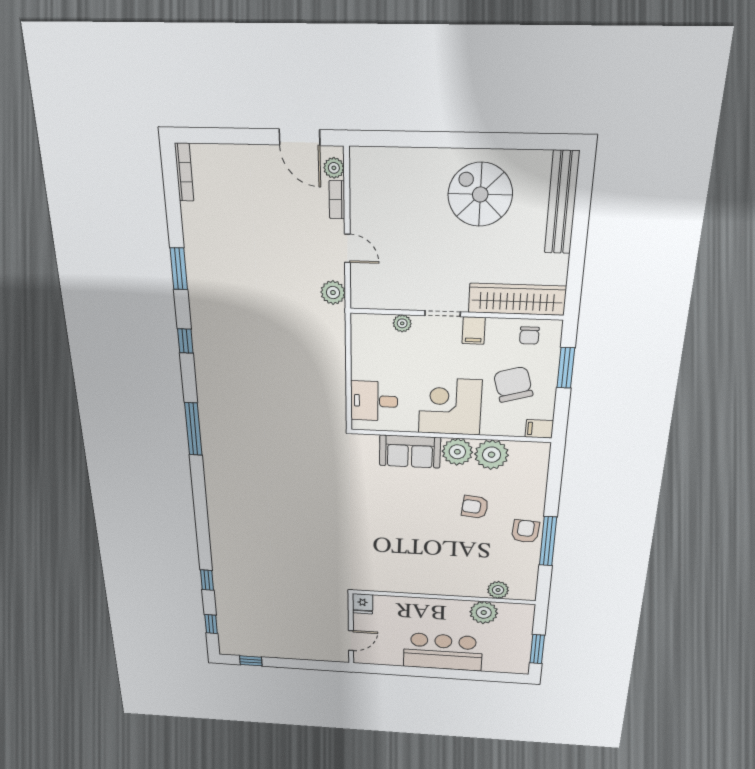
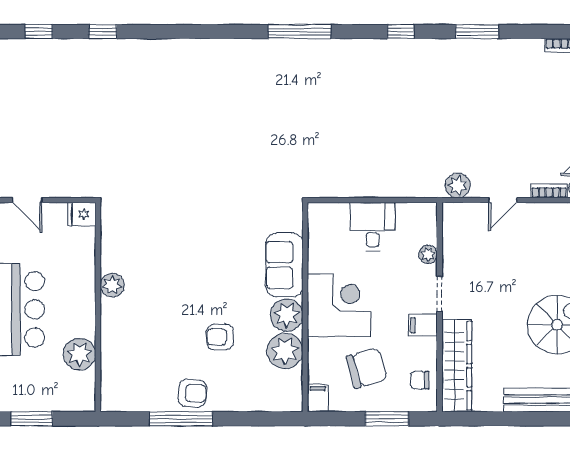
desk: (374, 401) -> (373, 227), moved
armchair: (475, 507) -> (220, 337), turned -96
plant: (498, 590) -> (112, 285), moved

